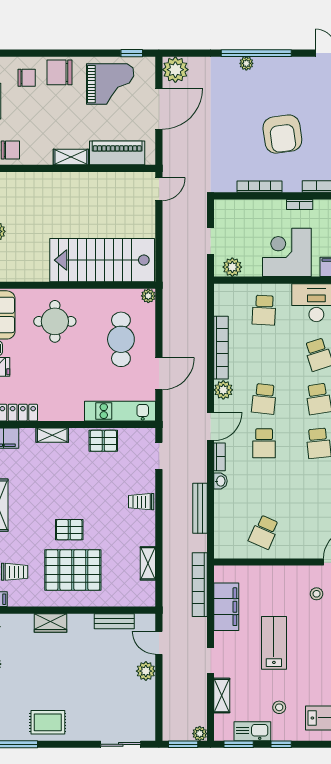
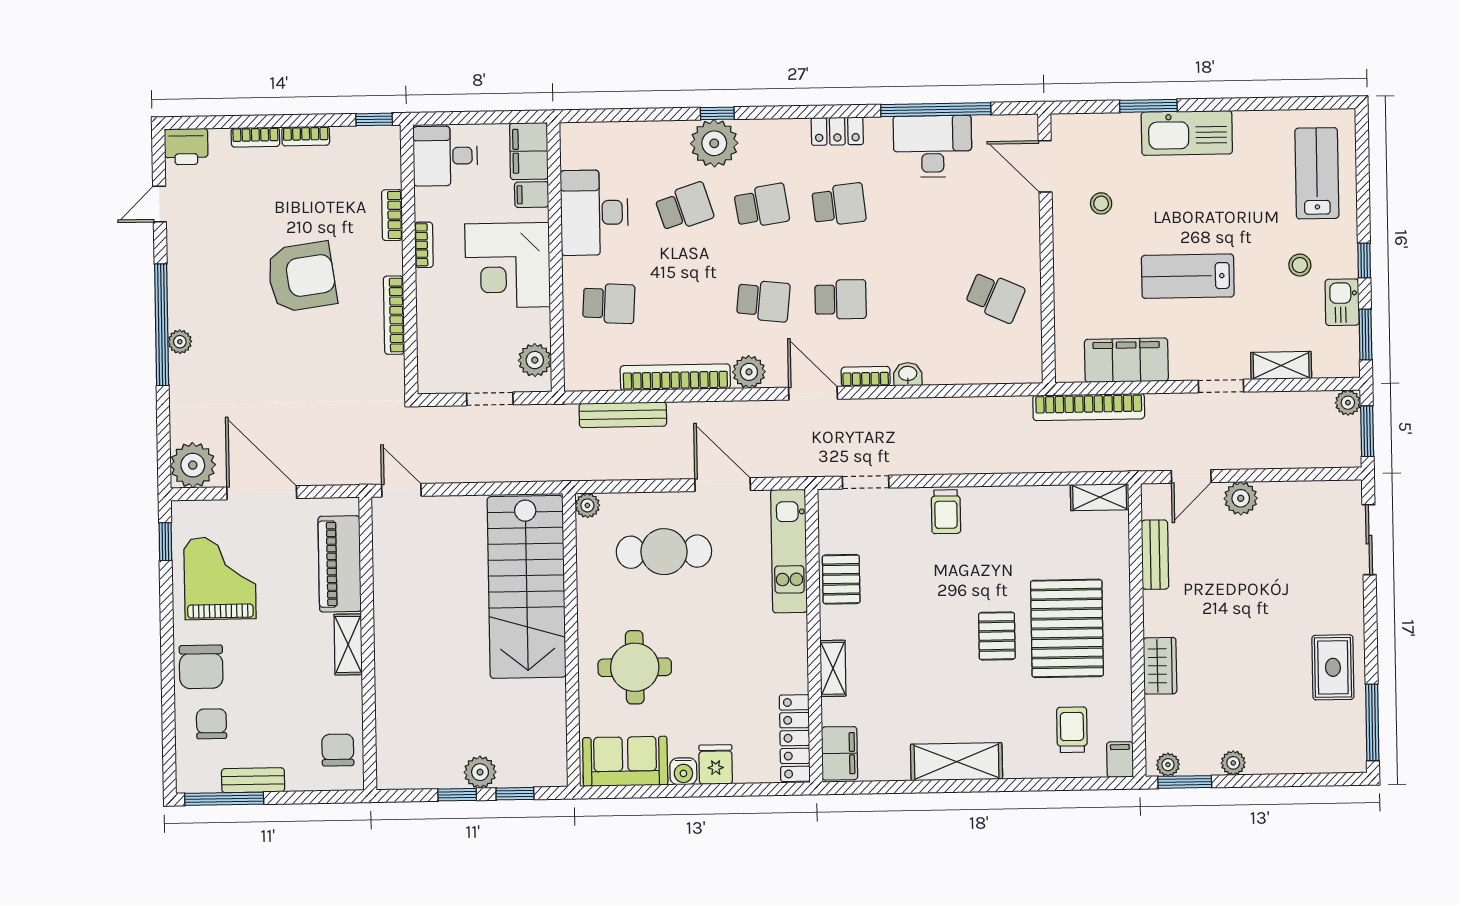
bench: (200, 508) -> (623, 415), moved
shelving: (148, 563) -> (1100, 497), moved
kitchen sink: (252, 731) -> (1342, 302), width x0.73

